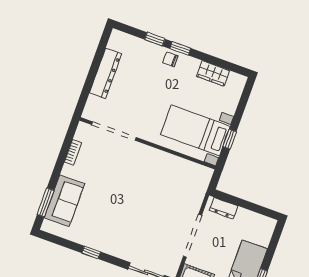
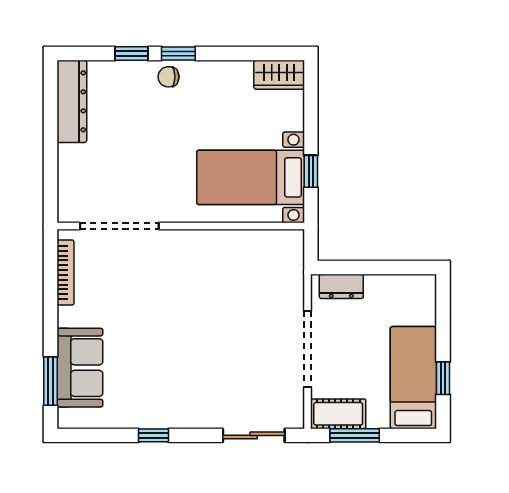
dresser: (106, 73) -> (72, 101), moved
wardrobe: (213, 73) -> (279, 75), moved
bookcase: (73, 152) -> (65, 272), width x1.56

